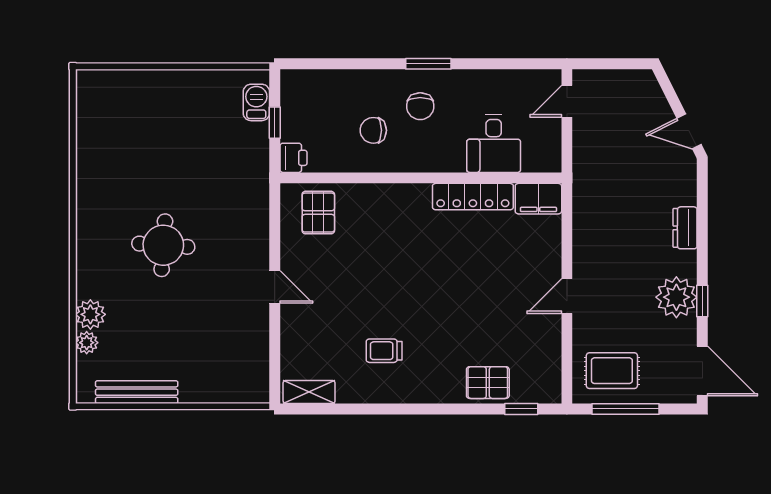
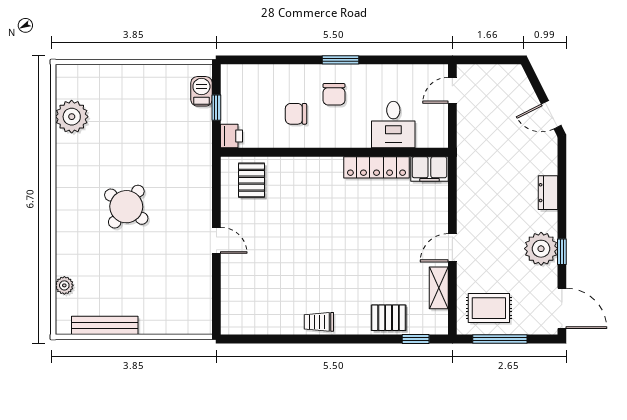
round table: (163, 245) -> (126, 207), turned 33
plant: (90, 314) -> (72, 117), moved, width x1.36, depth x1.36
trolley: (384, 351) -> (319, 322), moved
shelving: (309, 392) -> (439, 288), moved, turned 90

